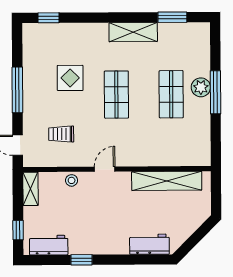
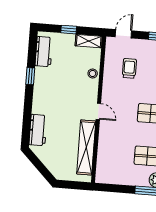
door: (105, 169) -> (98, 111), moved
window: (18, 230) -> (69, 30), moved

